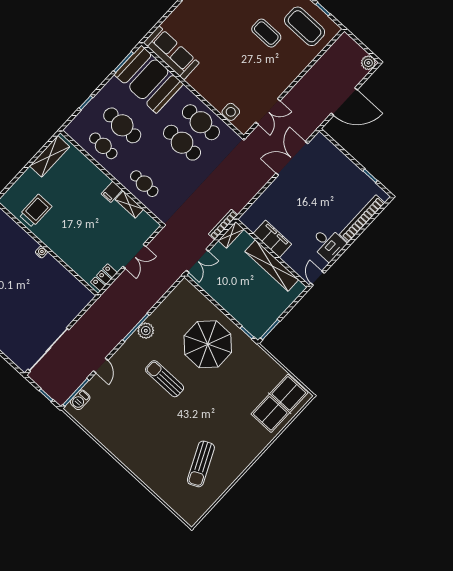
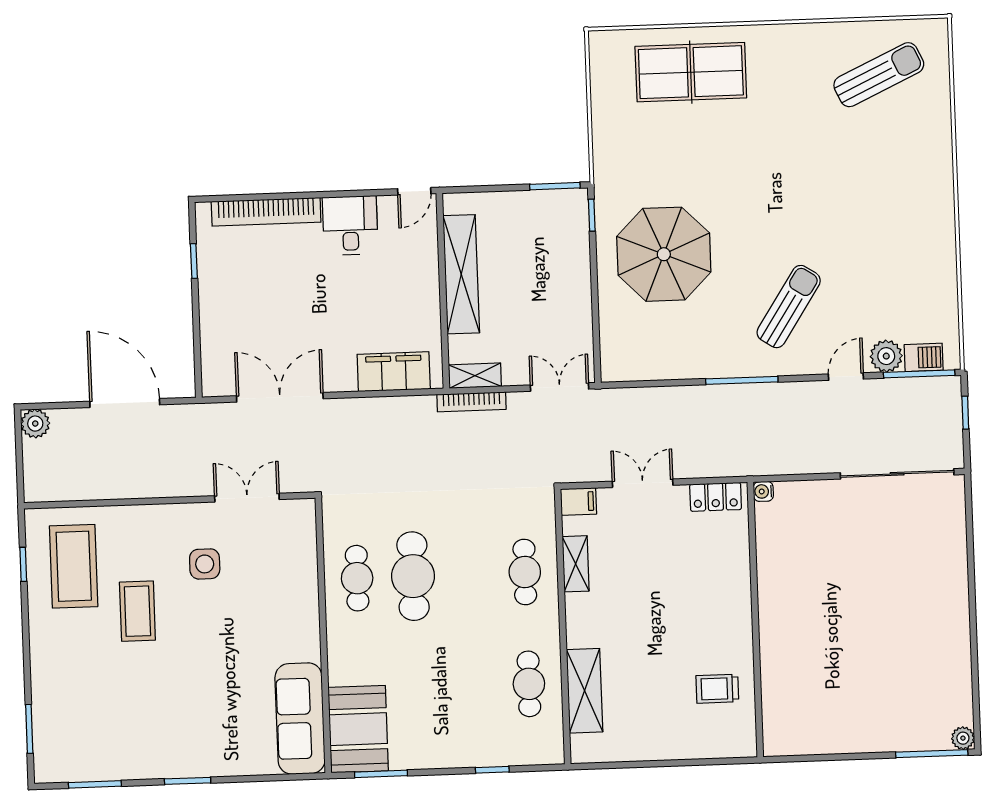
booth: (149, 79) -> (358, 729), width x0.73, depth x0.70
side table: (231, 112) -> (205, 564), moved
cafe table: (201, 122) -> (357, 578), width x0.73, depth x0.74
cafe table: (122, 125) -> (473, 686), removed
shelving: (50, 156) -> (585, 691), moved, turned 90
double door: (292, 158) -> (280, 397), swing flipped
filing cabinet: (112, 192) -> (578, 502), moved
trolley: (36, 211) -> (717, 689), width x0.73, depth x0.72
filing cabinet: (272, 239) -> (394, 372), moved, turned 90
water cooler: (41, 252) -> (763, 491), moved
plant: (146, 331) -> (886, 356), moved
sun lounger: (165, 379) -> (789, 307), moved, turned -147
table tennis table: (280, 403) -> (691, 72), moved
sun lounger: (201, 464) -> (879, 75), moved

